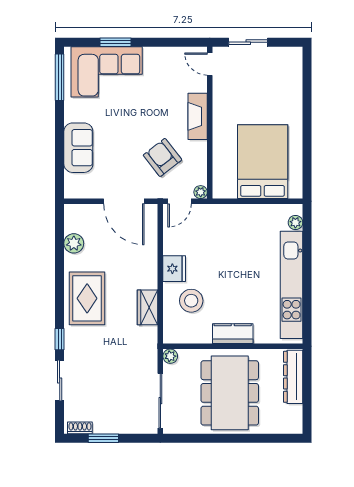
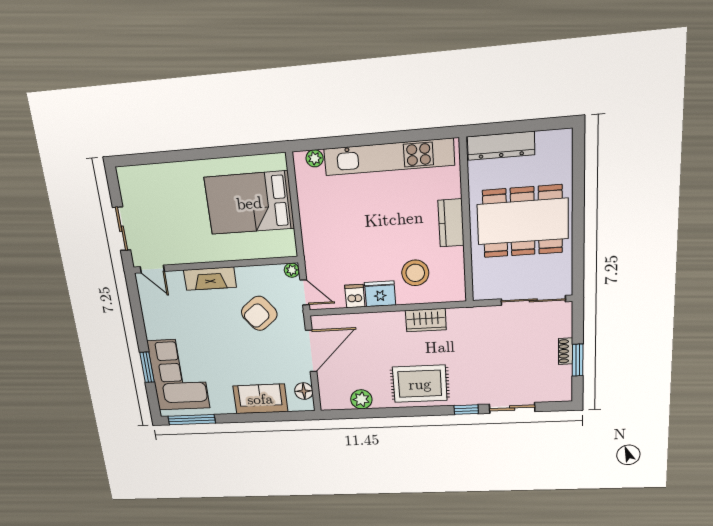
door: (210, 64) -> (152, 269), hinge flipped
floor lamp: (84, 190) -> (304, 391), added
dishwasher: (173, 246) -> (355, 296), added
plant: (170, 356) -> (481, 292), removed
shoe rack: (80, 428) -> (566, 351), moved

